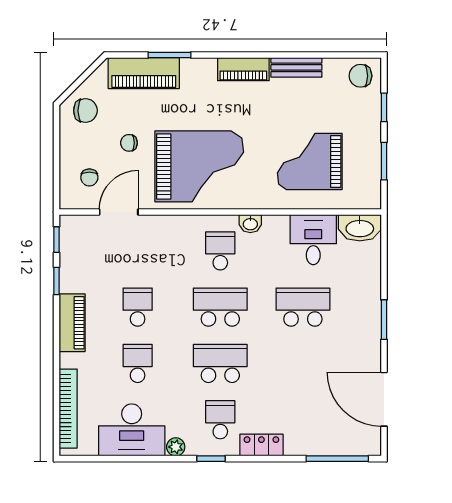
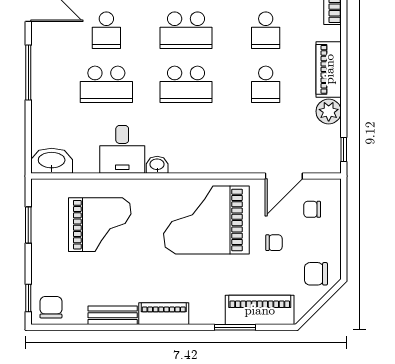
chair: (360, 76) -> (51, 307), turned -90
window: (384, 107) -> (28, 298), moved
chair: (89, 177) -> (312, 209), turned -90
desk: (313, 240) -> (122, 149), moved
school desk: (220, 251) -> (106, 30), moved
plant: (72, 279) -> (329, 111), added
window: (57, 281) -> (344, 110), removed
window: (384, 320) -> (28, 72), width x1.44

